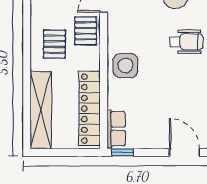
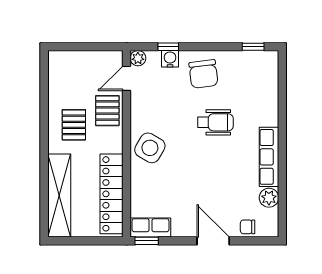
side table: (125, 66) -> (150, 148), turned 30
row of seats: (116, 129) -> (150, 228), moved, turned -90

